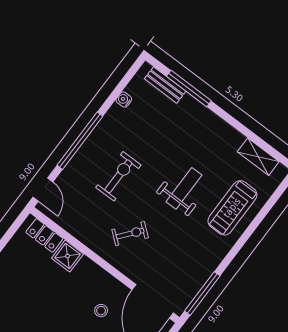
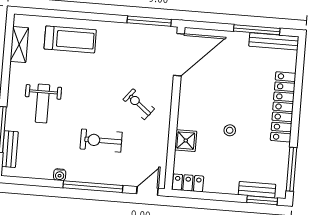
water cooler: (124, 100) -> (60, 175), moved
weight bench: (184, 188) -> (43, 103), moved, turned -90
locker: (44, 235) -> (188, 183), moved, turned -90
stool: (101, 311) -> (230, 130), moved

